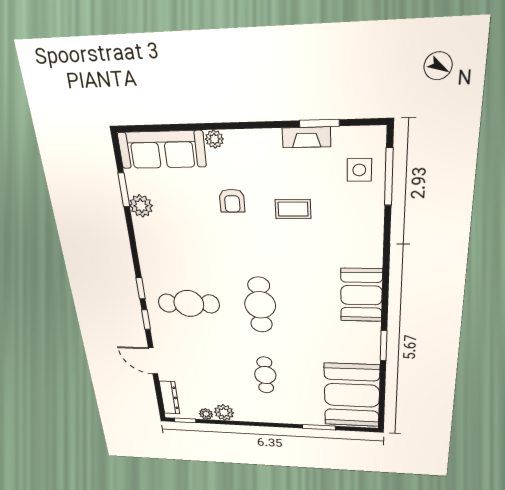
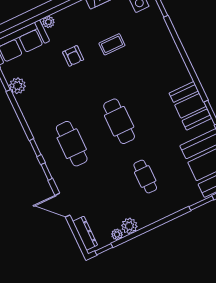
booth: (361, 295) -> (190, 106), moved
cafe table: (189, 304) -> (72, 144), turned 90

